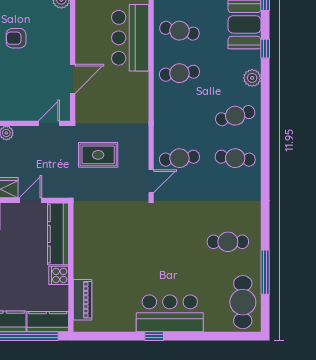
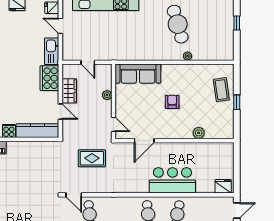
door: (73, 79) -> (144, 141), hinge flipped
rug: (98, 155) -> (92, 158), turned 90

